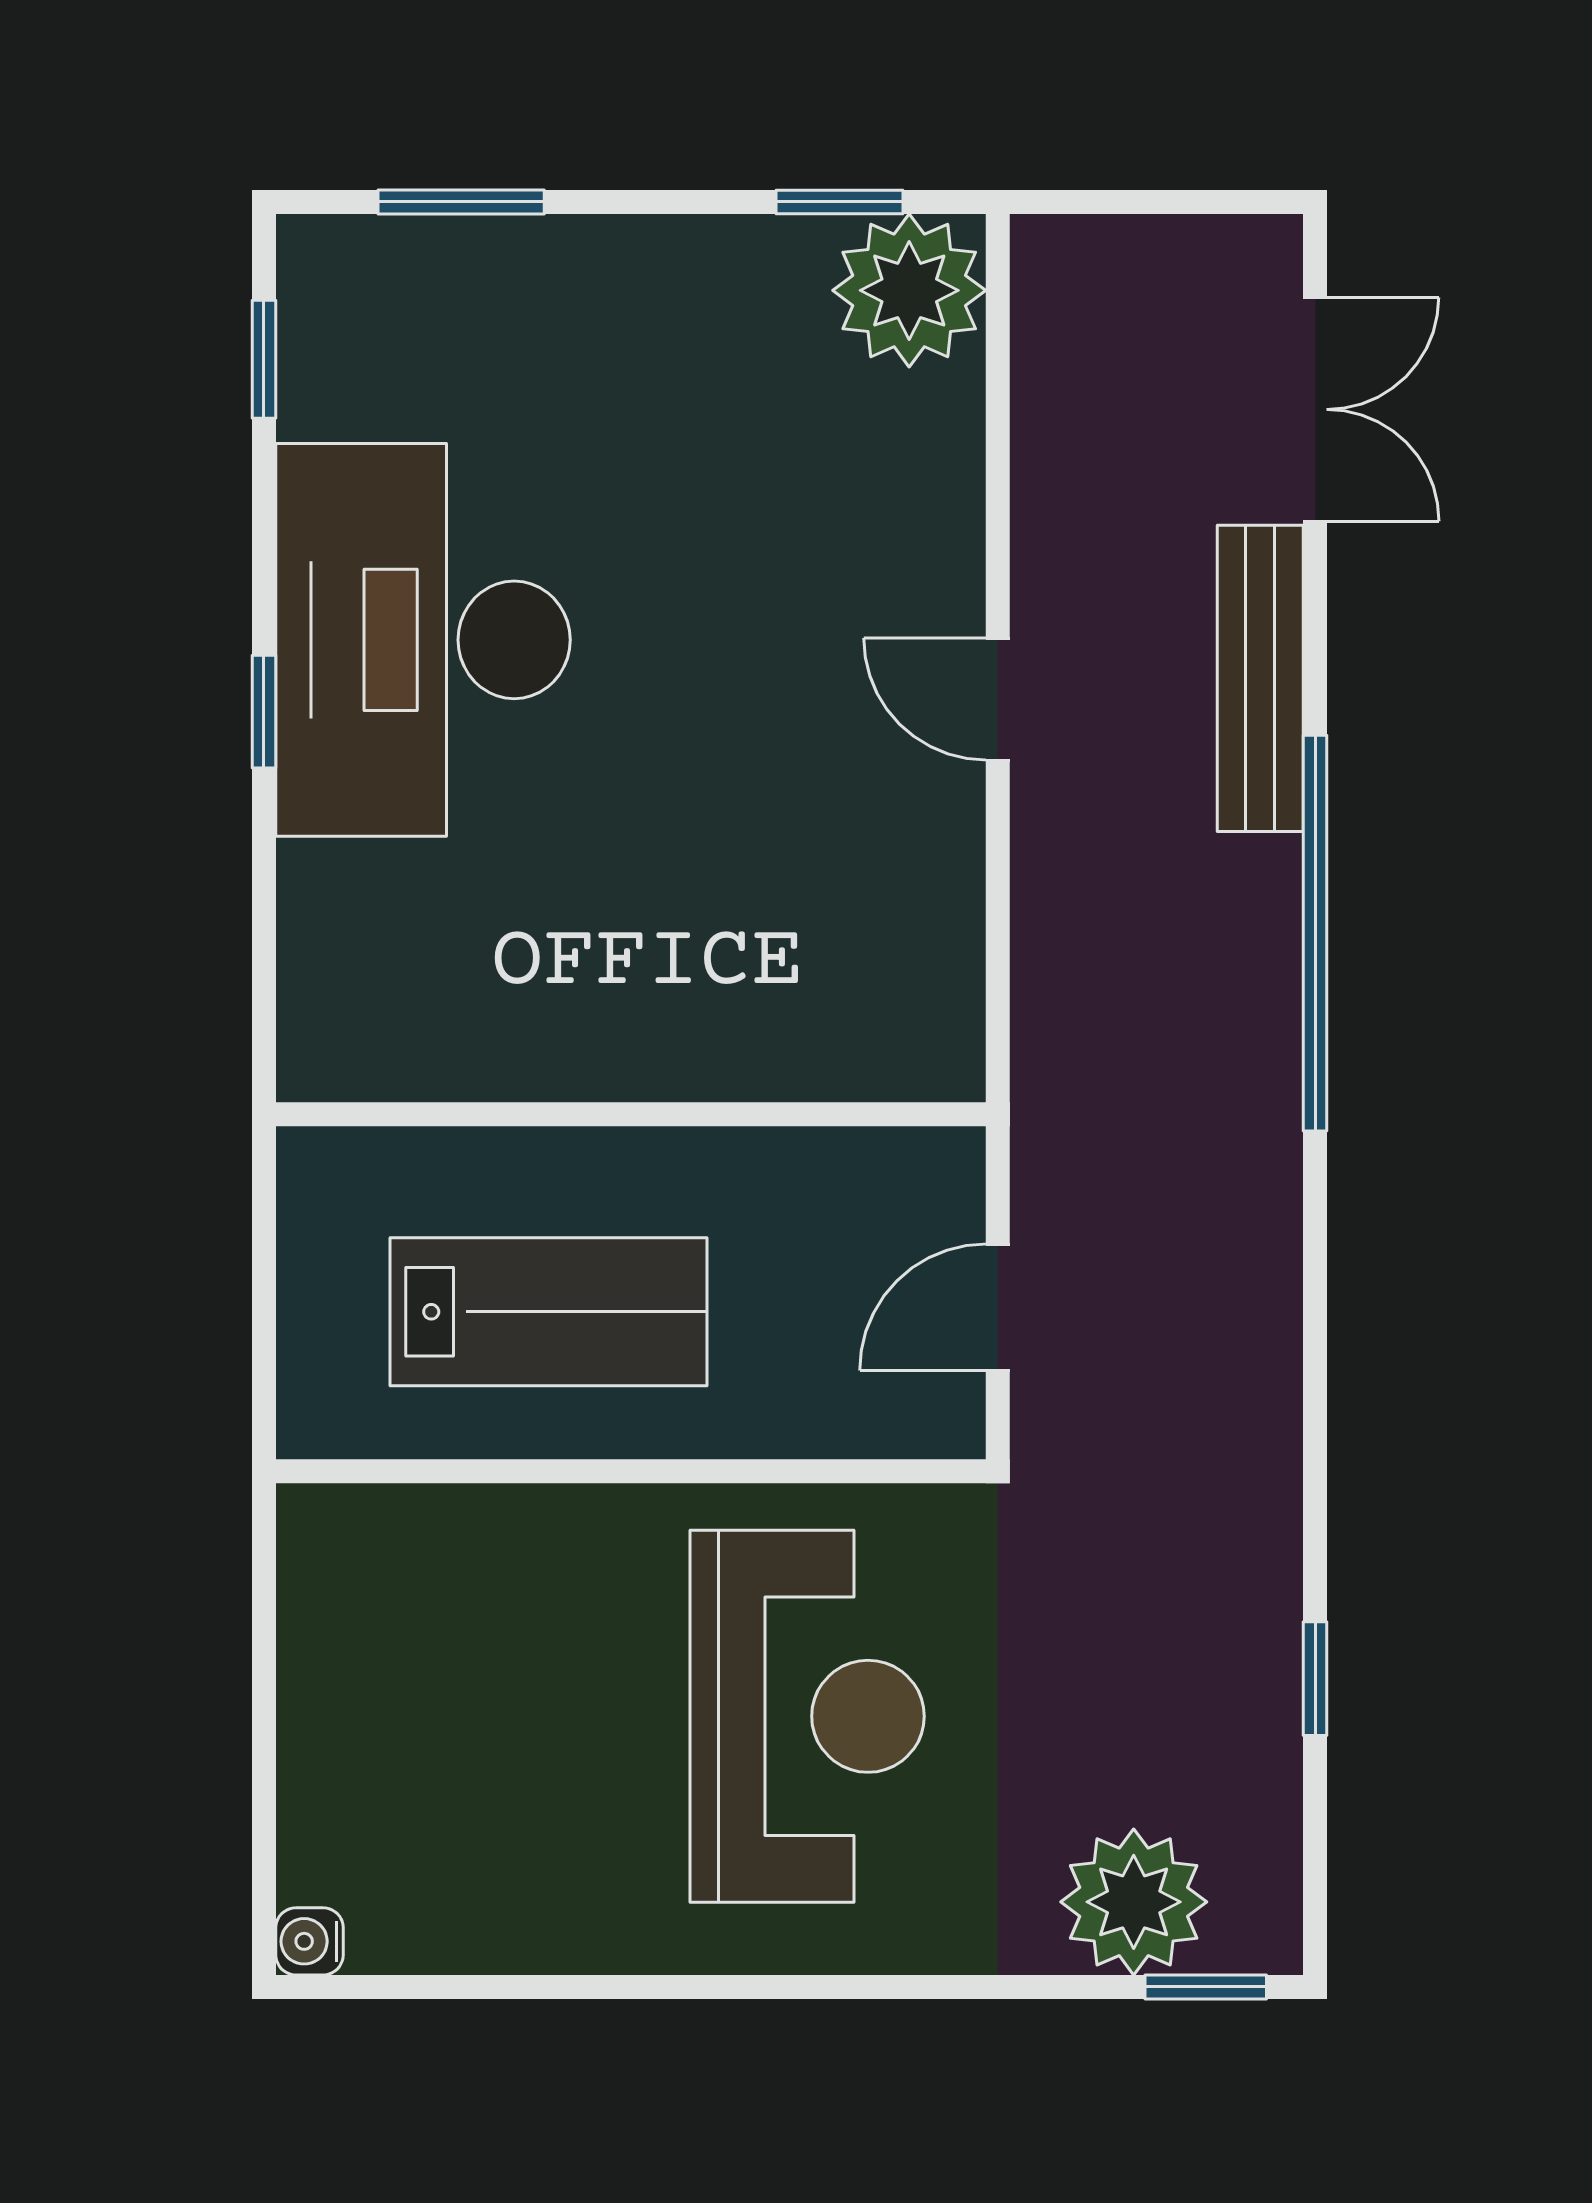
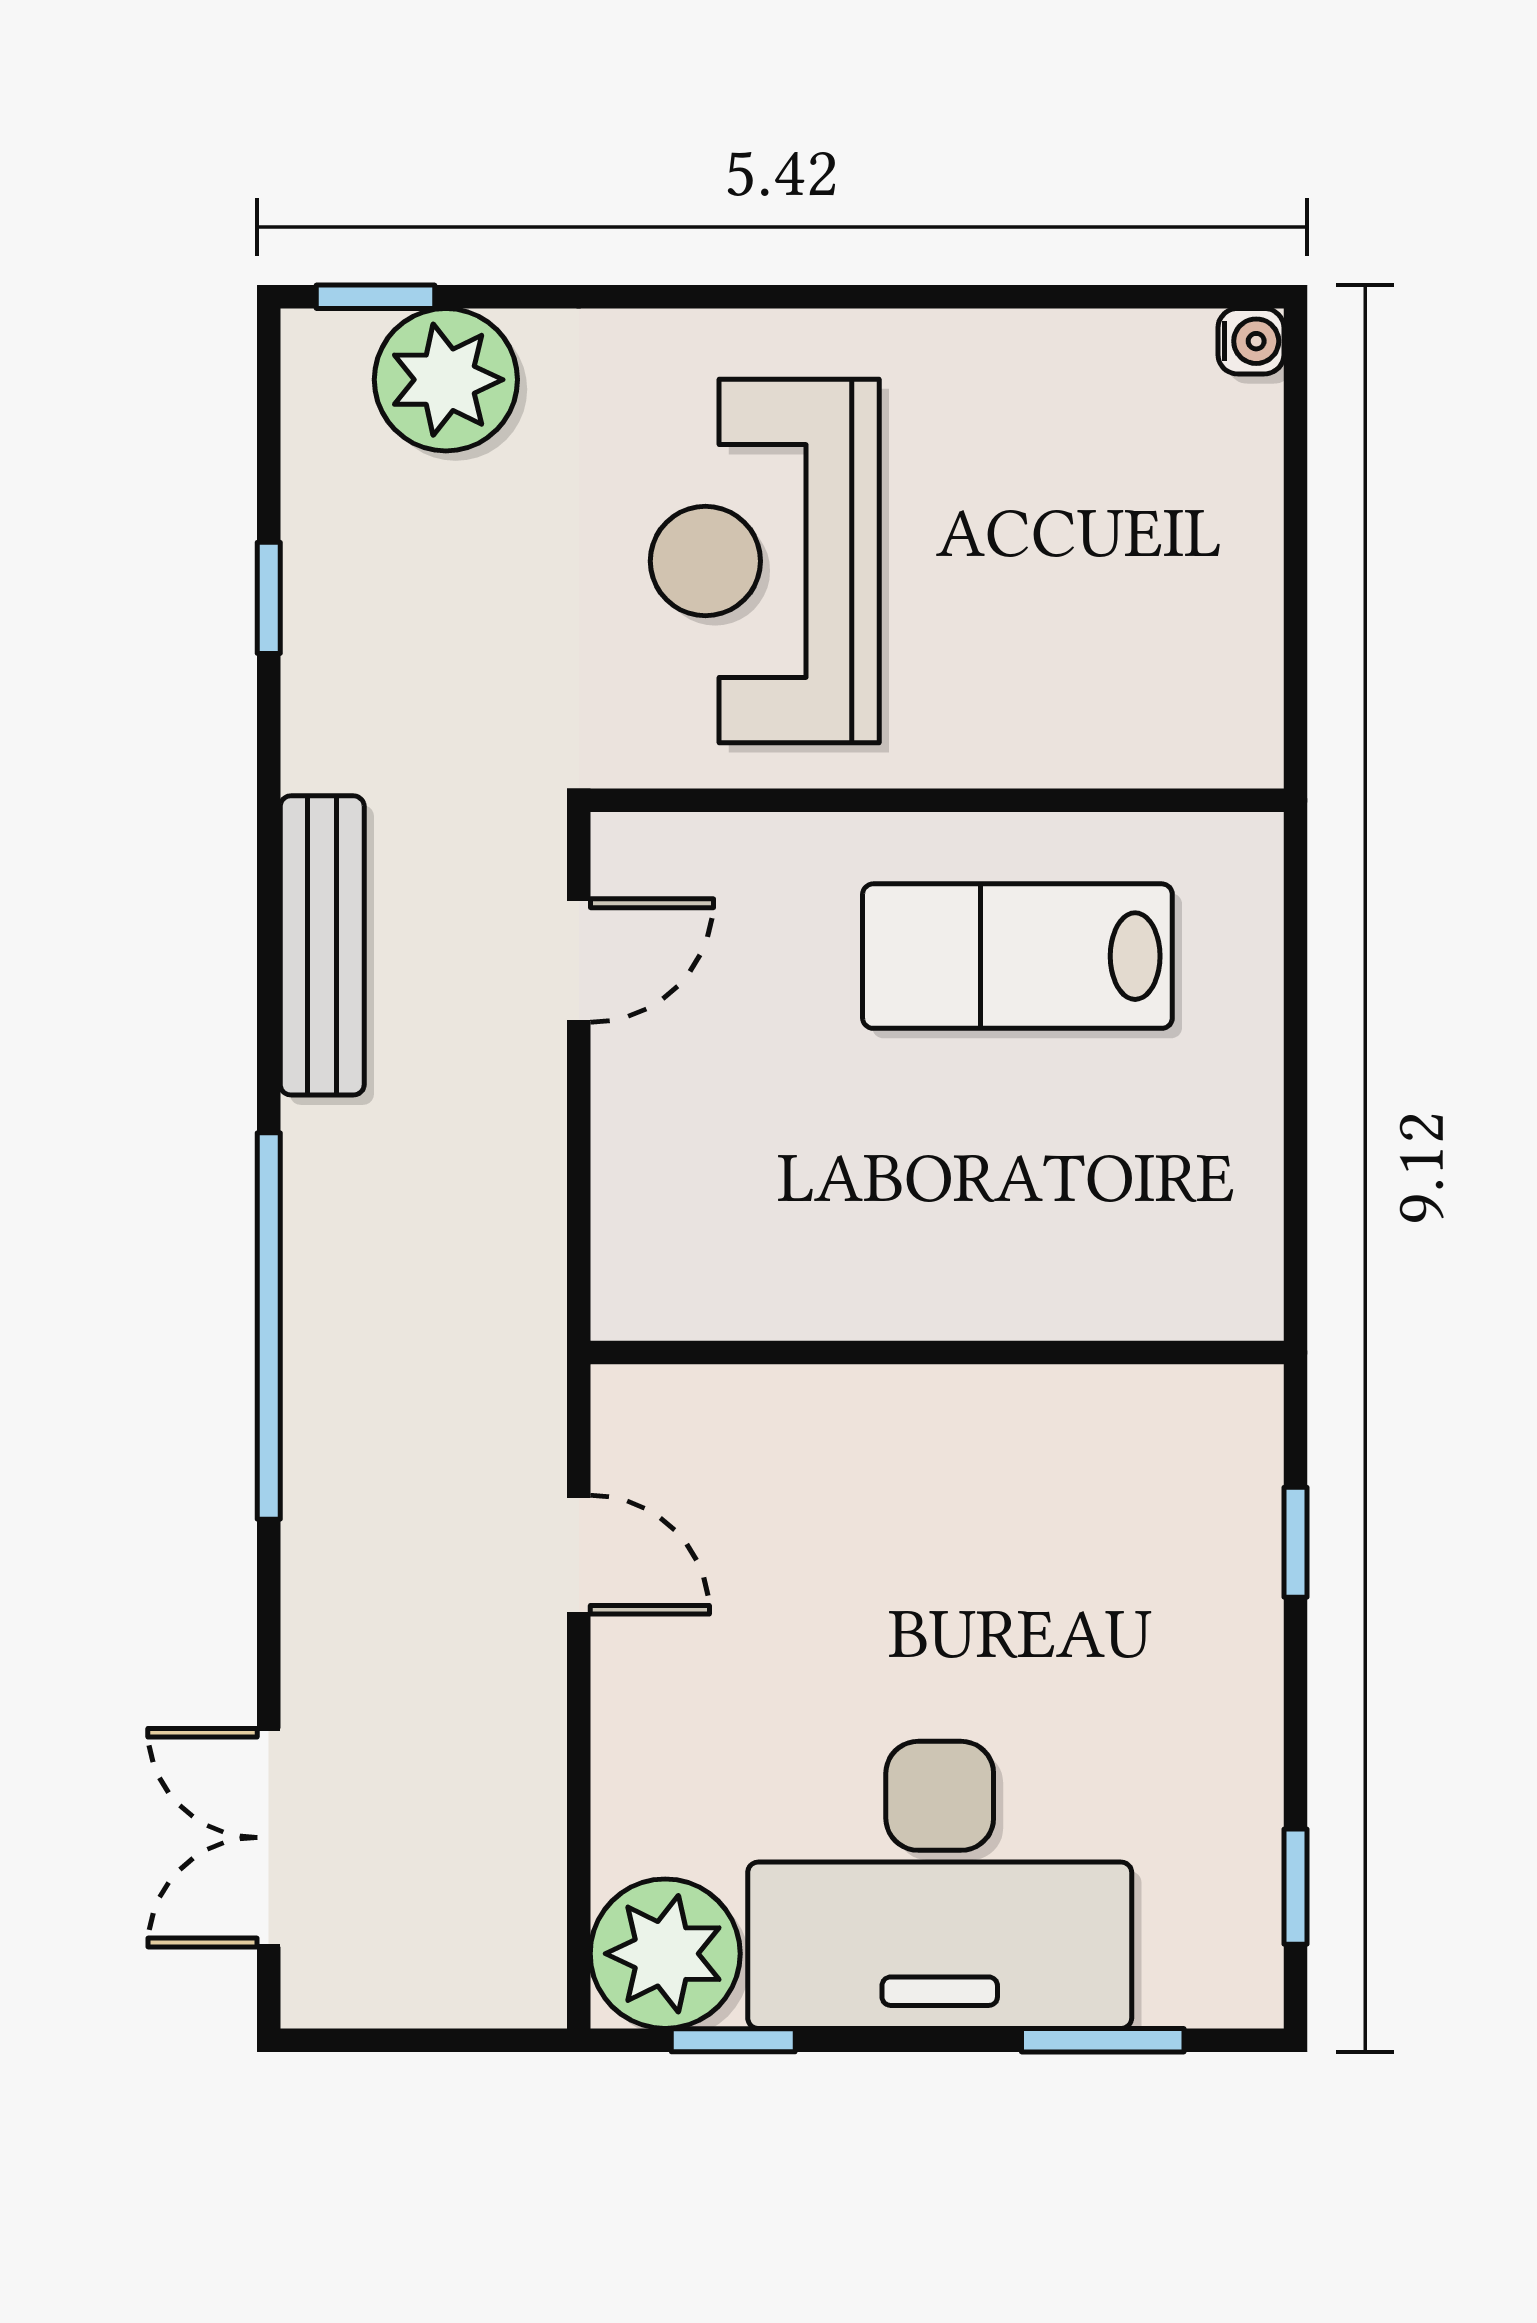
desk: (423, 640) -> (940, 1885), moved, turned 90
bench: (1260, 678) -> (322, 945), moved
wall: (631, 1114) -> (937, 1352), moved

